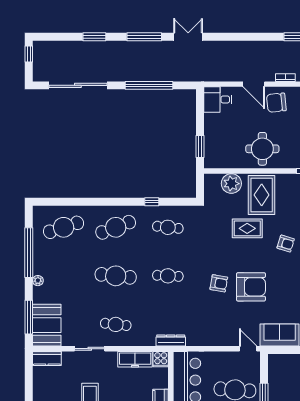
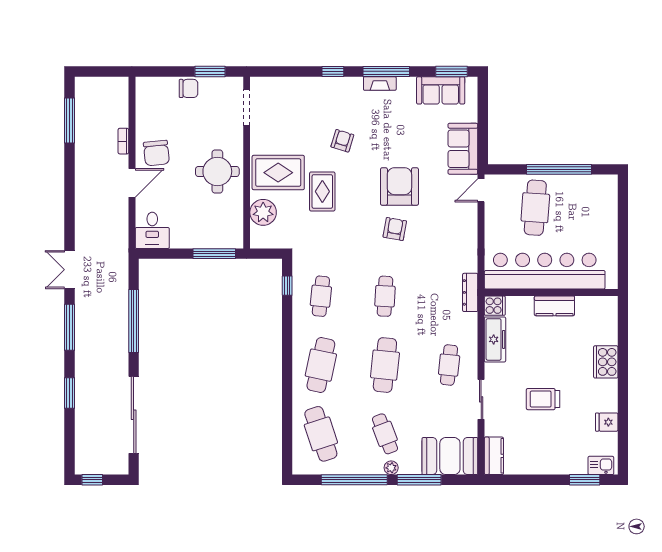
window: (200, 146) -> (214, 254), width x1.44
window: (152, 202) -> (287, 286), moved
cafe table: (116, 227) -> (321, 365), turned 33
cafe table: (64, 276) -> (385, 434), added
window: (29, 317) -> (419, 480), moved

